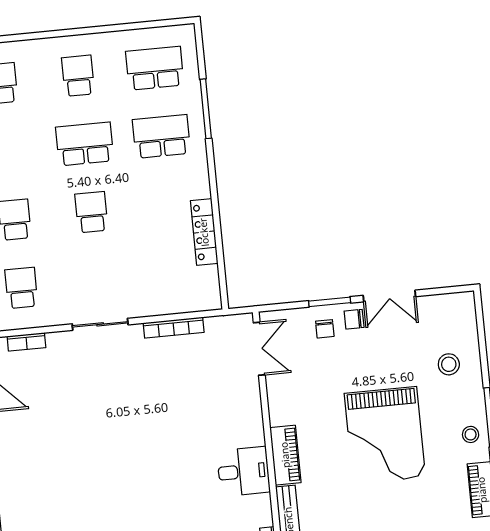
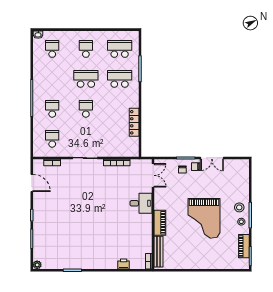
stool: (449, 364) -> (239, 207), moved
desk: (243, 471) -> (141, 203), moved

